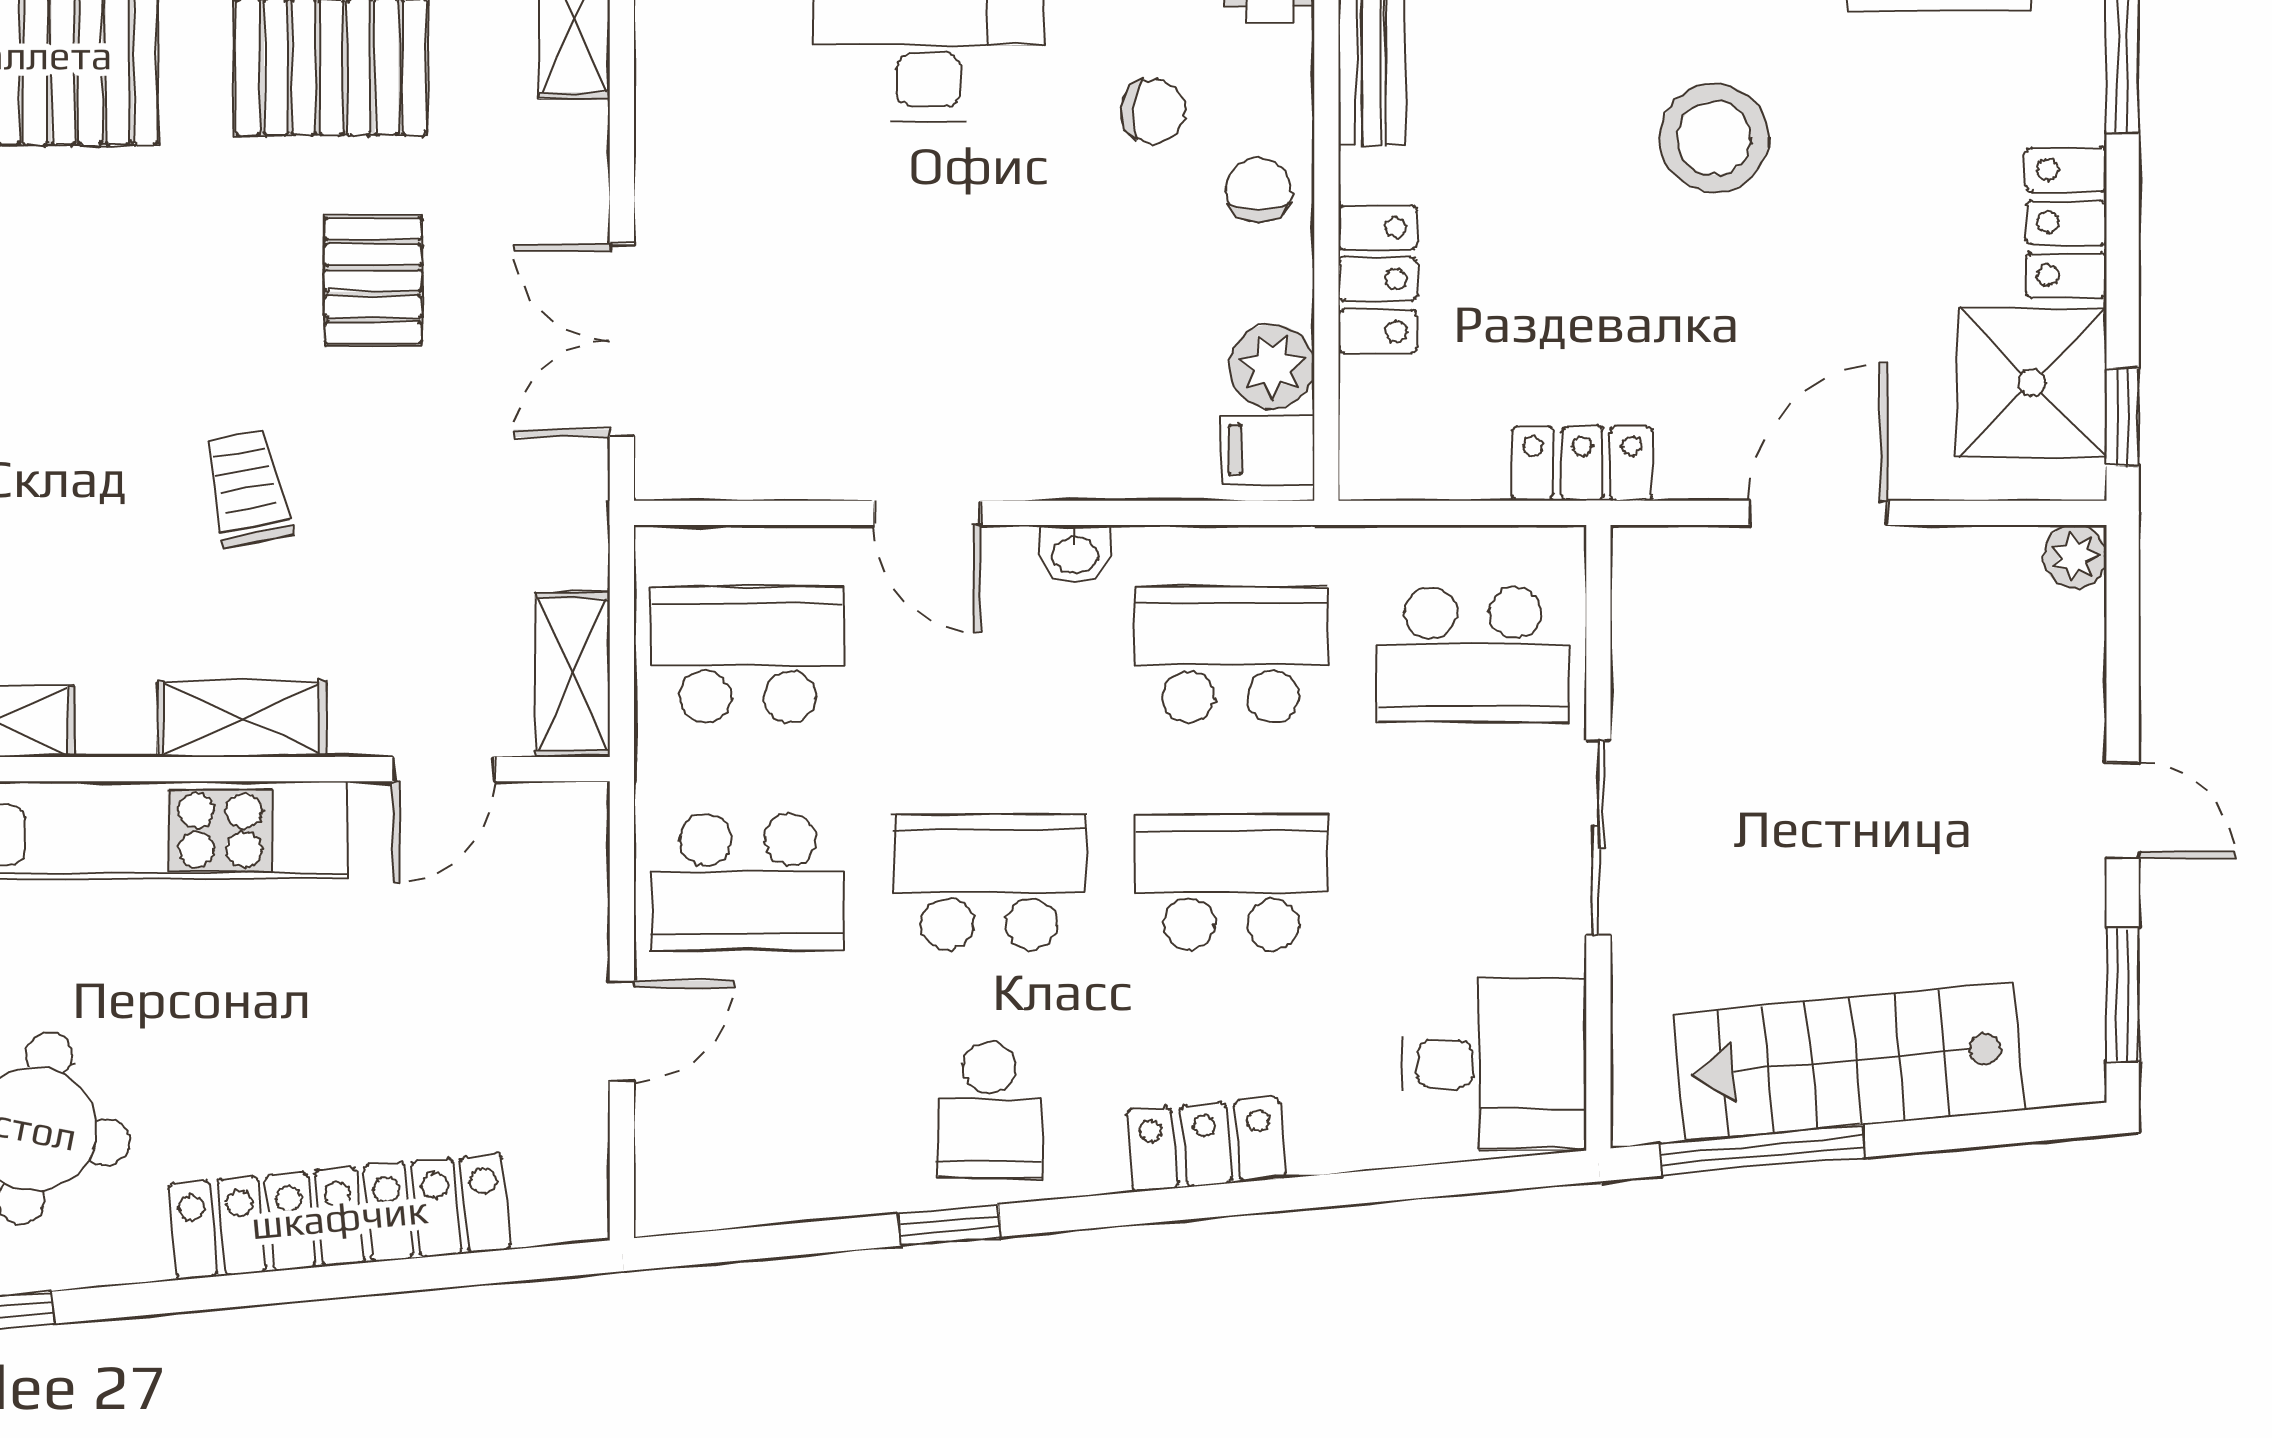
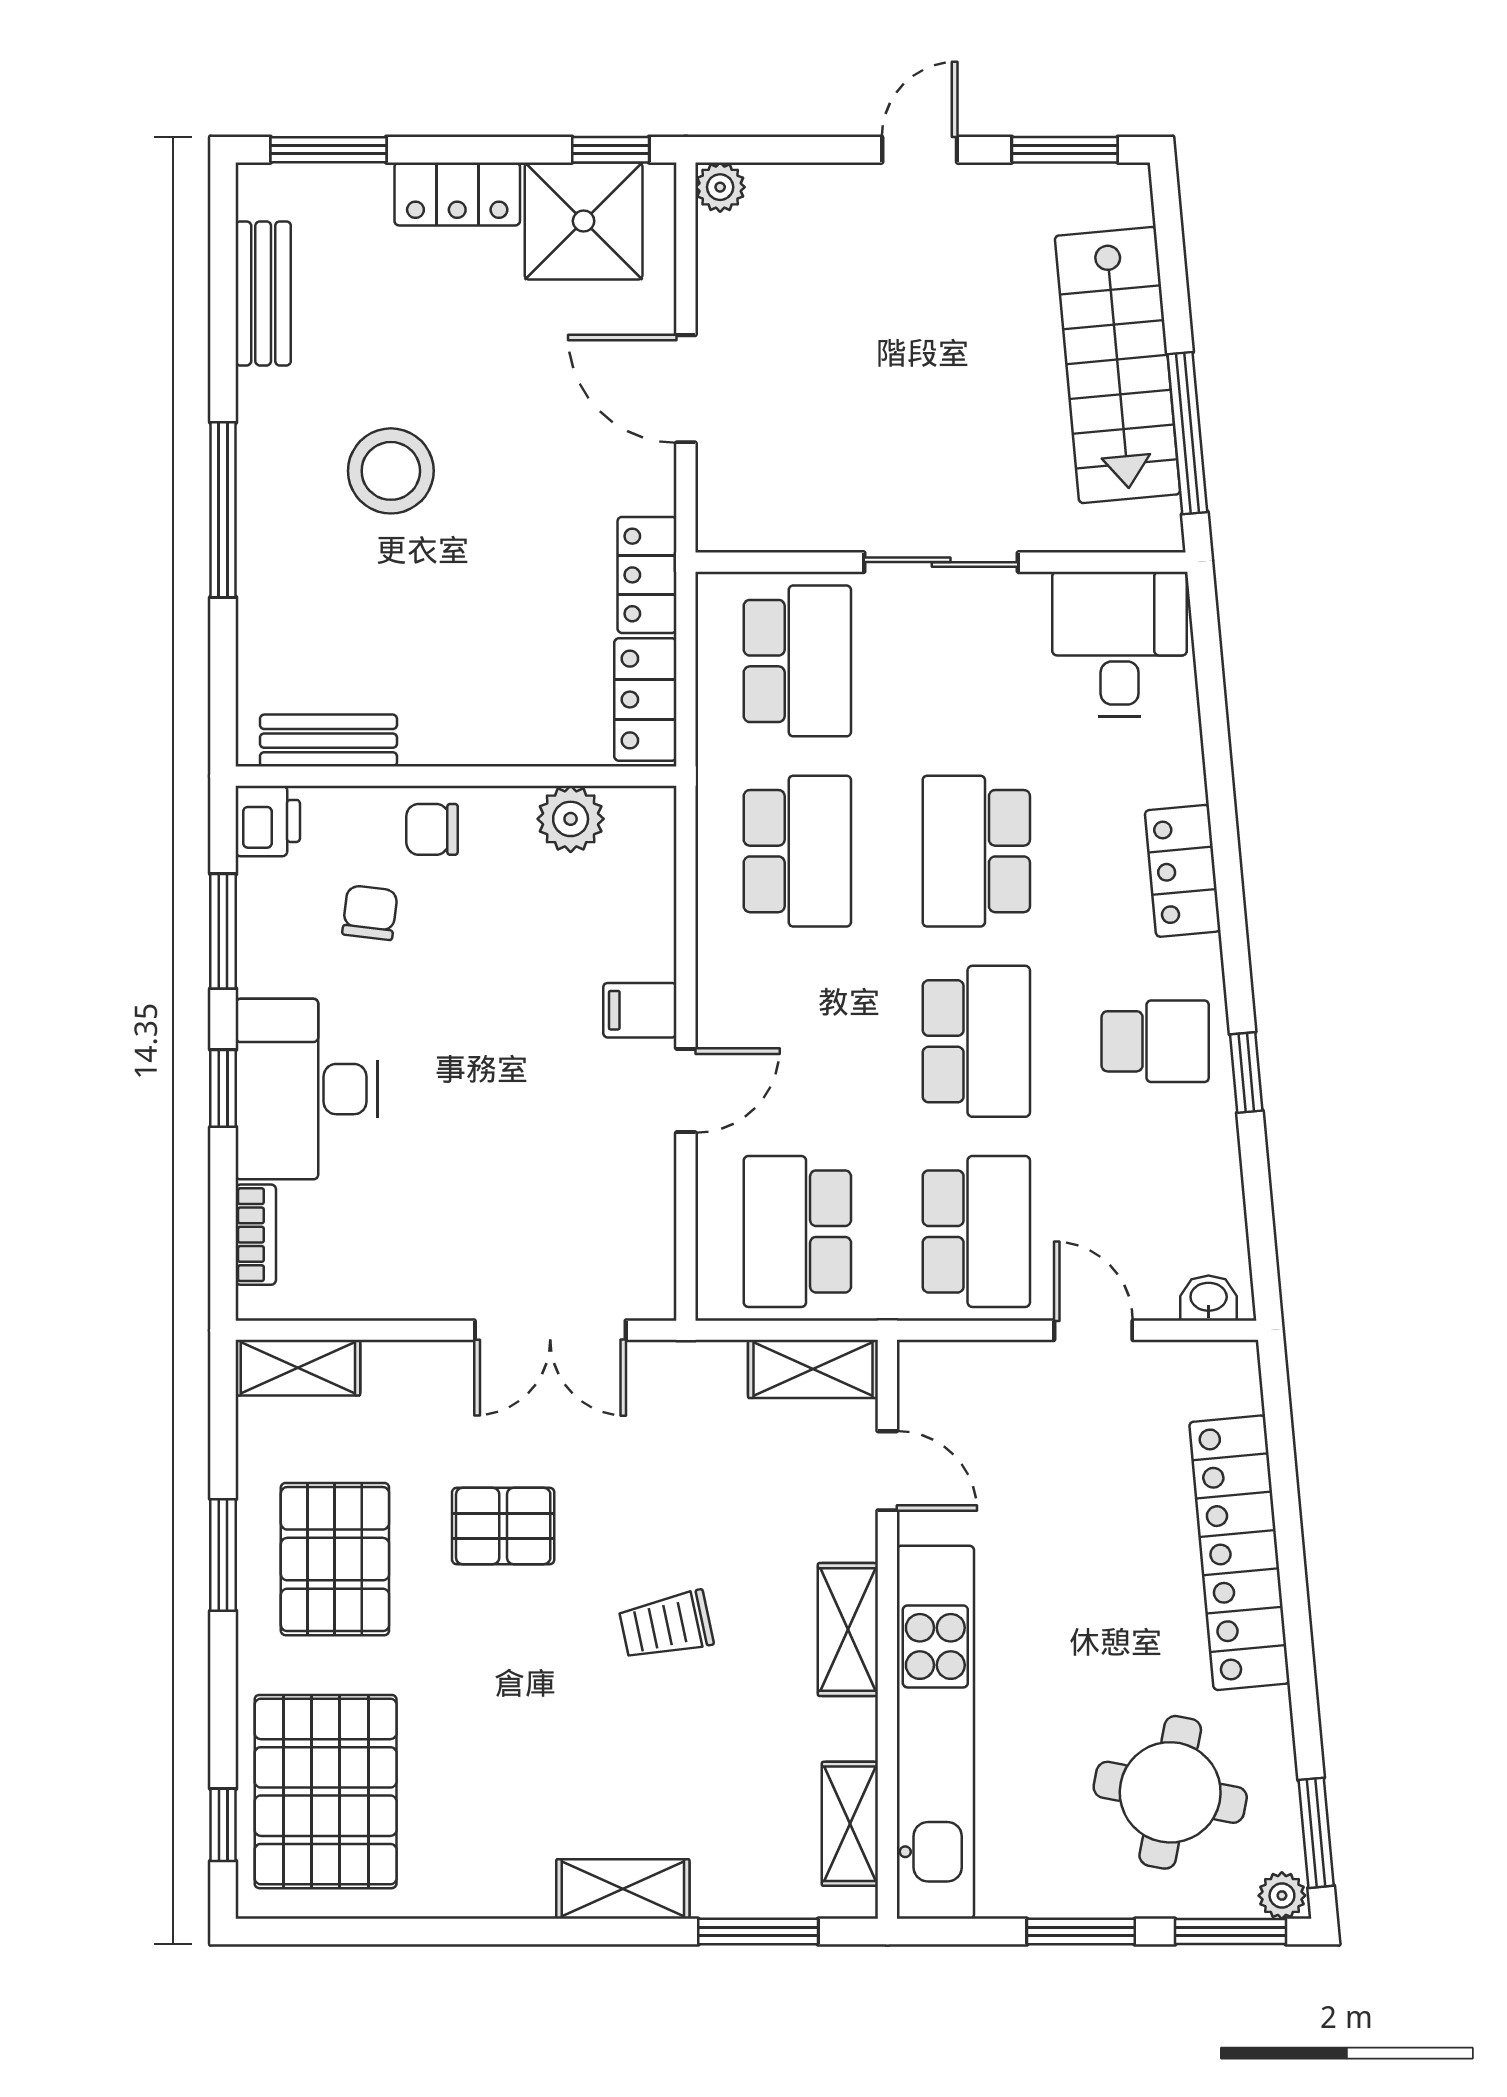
locker: (1378, 279) -> (645, 700), moved, turned -90
filing cabinet: (1268, 450) -> (640, 1010), moved, turned 90
washbasin: (1075, 554) -> (1209, 1298), moved, turned -90
school desk: (1231, 655) -> (797, 851), turned 180
school desk: (989, 882) -> (976, 1041), turned 180

